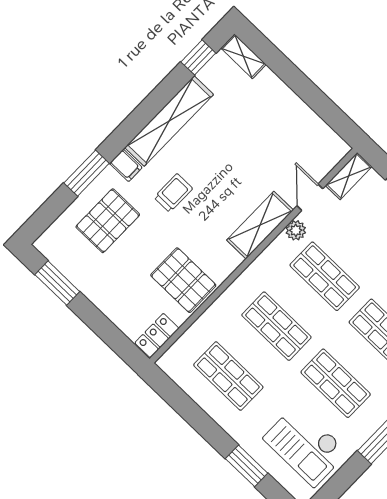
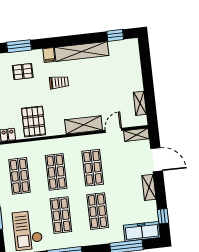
shelving: (243, 56) -> (140, 103), moved
window: (87, 173) -> (19, 46), moved
pallet: (108, 221) -> (23, 72), width x0.67, depth x0.71
plant: (296, 230) -> (96, 139), removed

